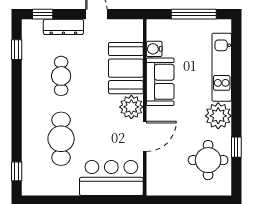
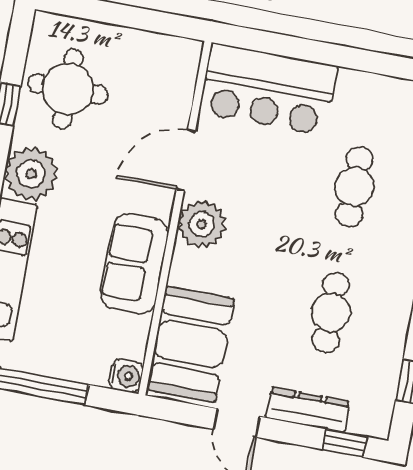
water cooler: (154, 49) -> (126, 376), moved
booth: (126, 68) -> (191, 344), moved
cafe table: (61, 139) -> (354, 187), width x0.73, depth x0.74

